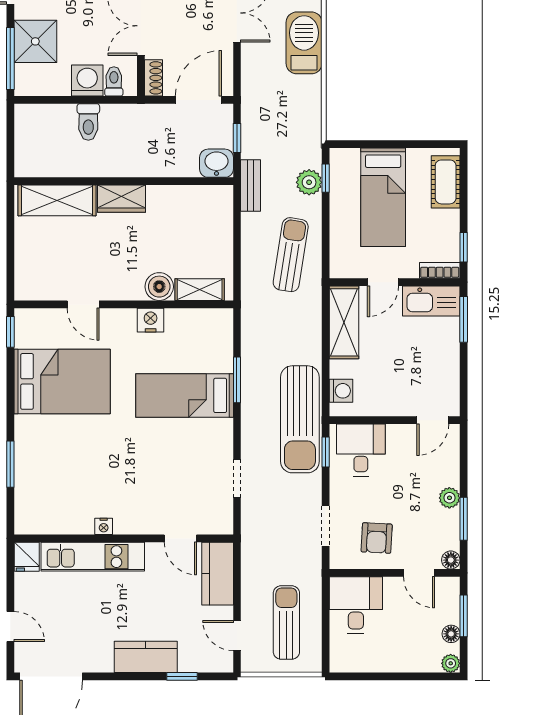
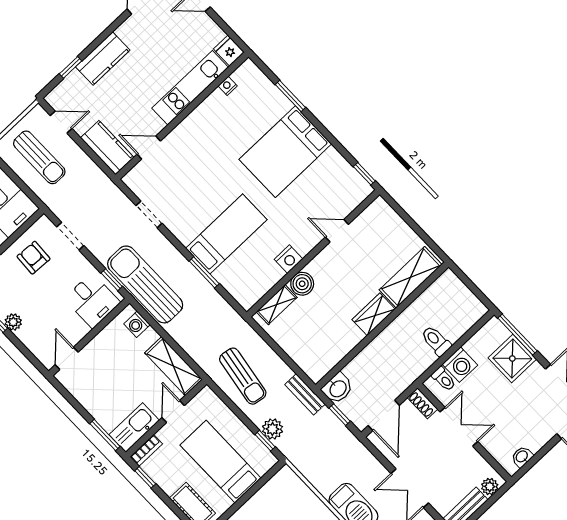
bed: (62, 381) -> (285, 152), moved
nightstand: (104, 526) -> (228, 86), moved

